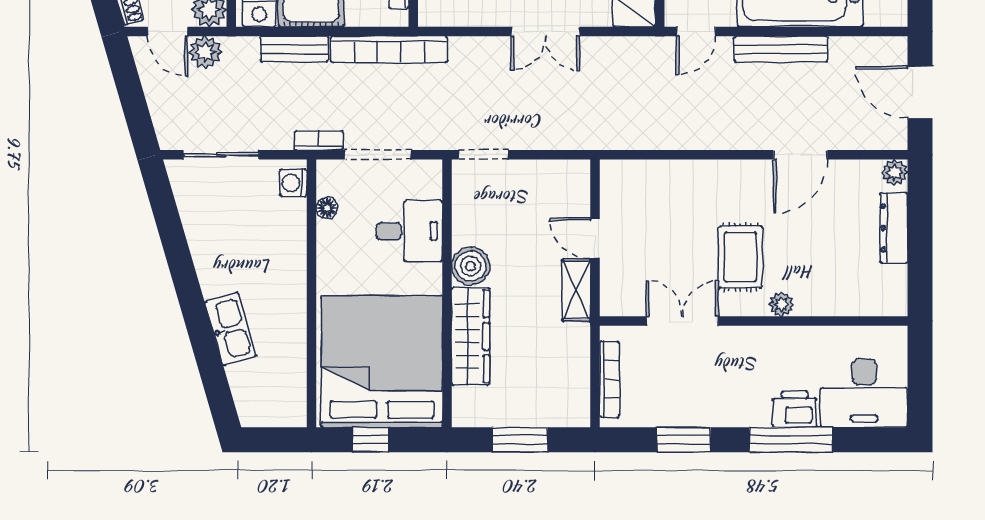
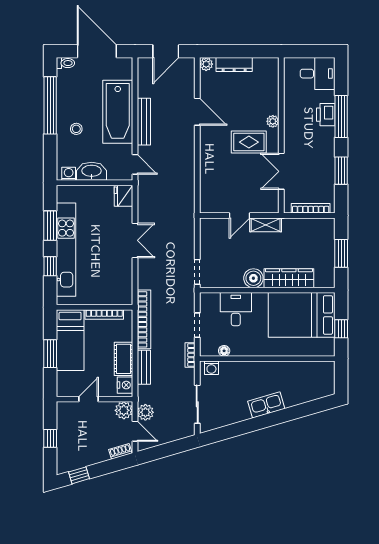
door: (168, 31) -> (135, 431), hinge flipped
doorway: (378, 155) -> (197, 325), width x0.73
kitchen sink: (231, 329) -> (266, 405), moved
bed: (382, 362) -> (302, 315), width x0.73
desk: (864, 393) -> (318, 74), width x0.73

